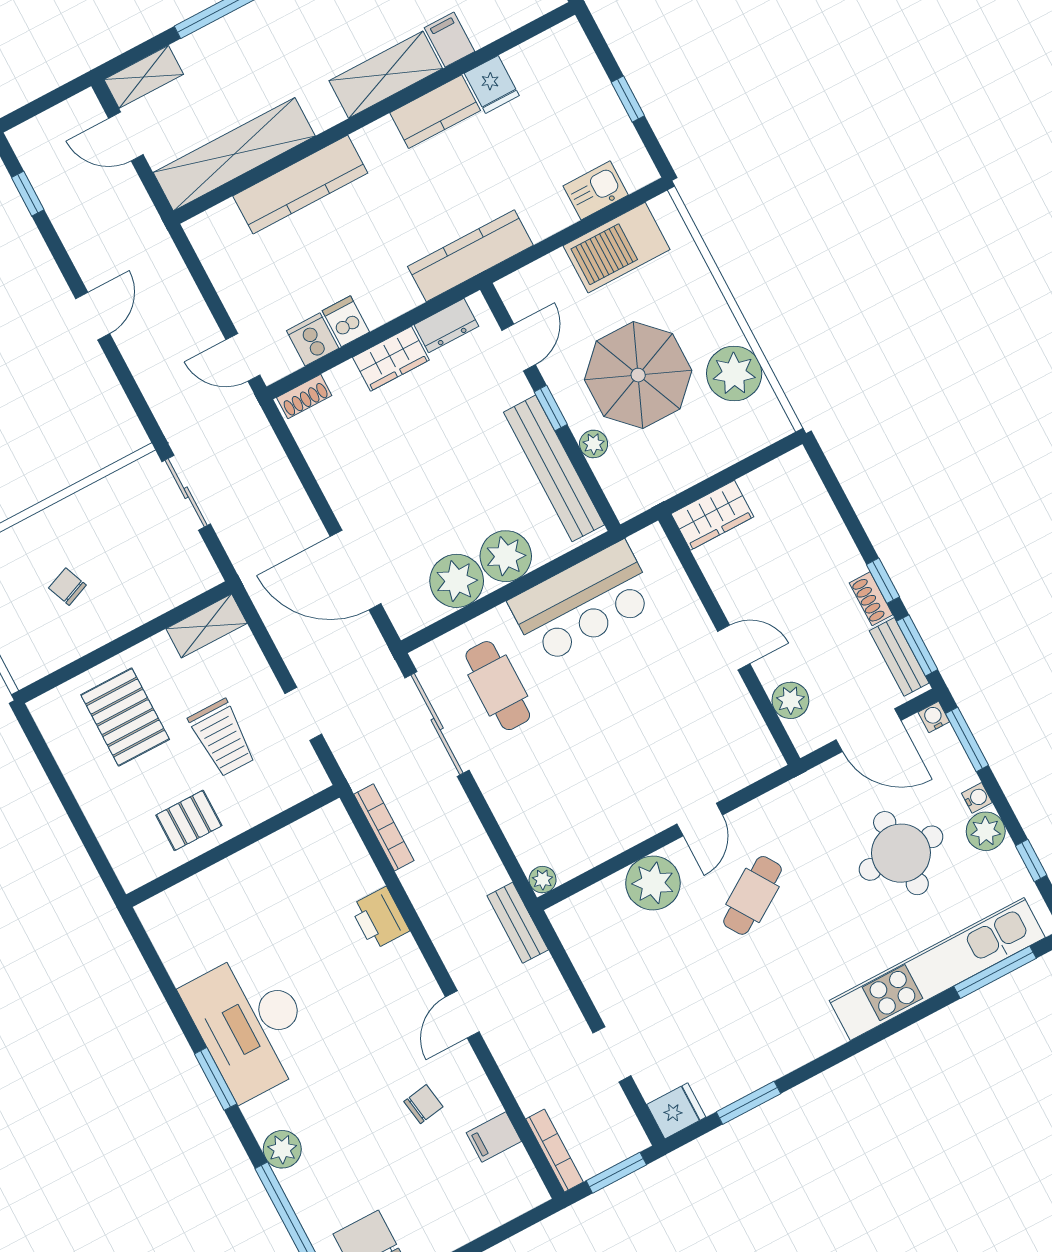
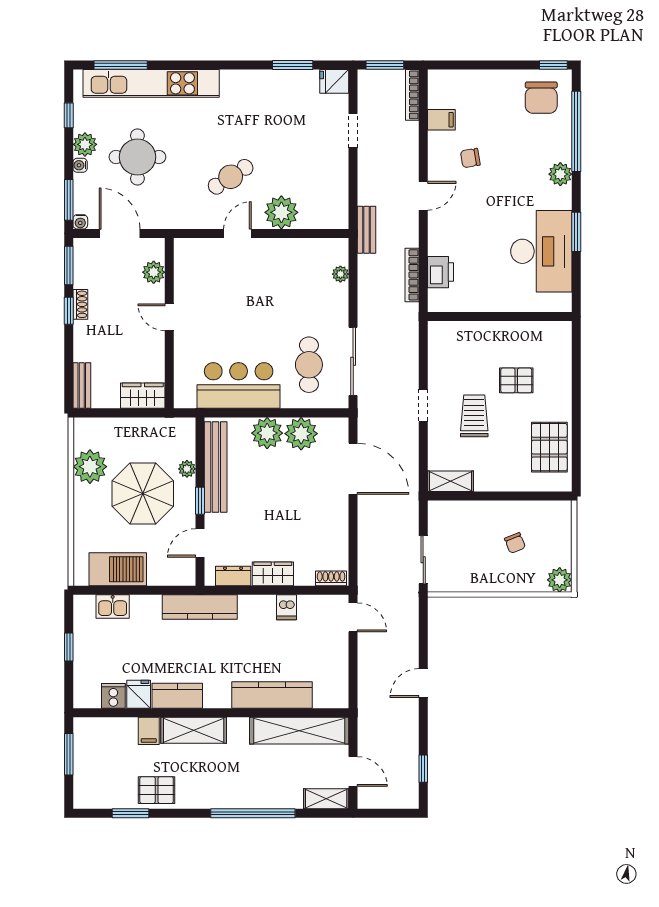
cooker: (313, 339) -> (113, 696), moved, turned 180
bench: (899, 657) -> (82, 386), moved
pallet: (125, 717) -> (549, 447), moved
bookcase: (384, 827) -> (412, 275), moved
wall: (233, 846) -> (500, 317), moved
plant: (543, 880) -> (340, 274), moved

